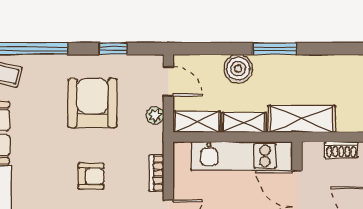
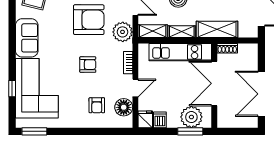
armchair: (92, 103) -> (89, 20), turned 90
plant: (155, 115) -> (123, 32), width x1.88, depth x1.88
shoe rack: (341, 150) -> (227, 48), moved

